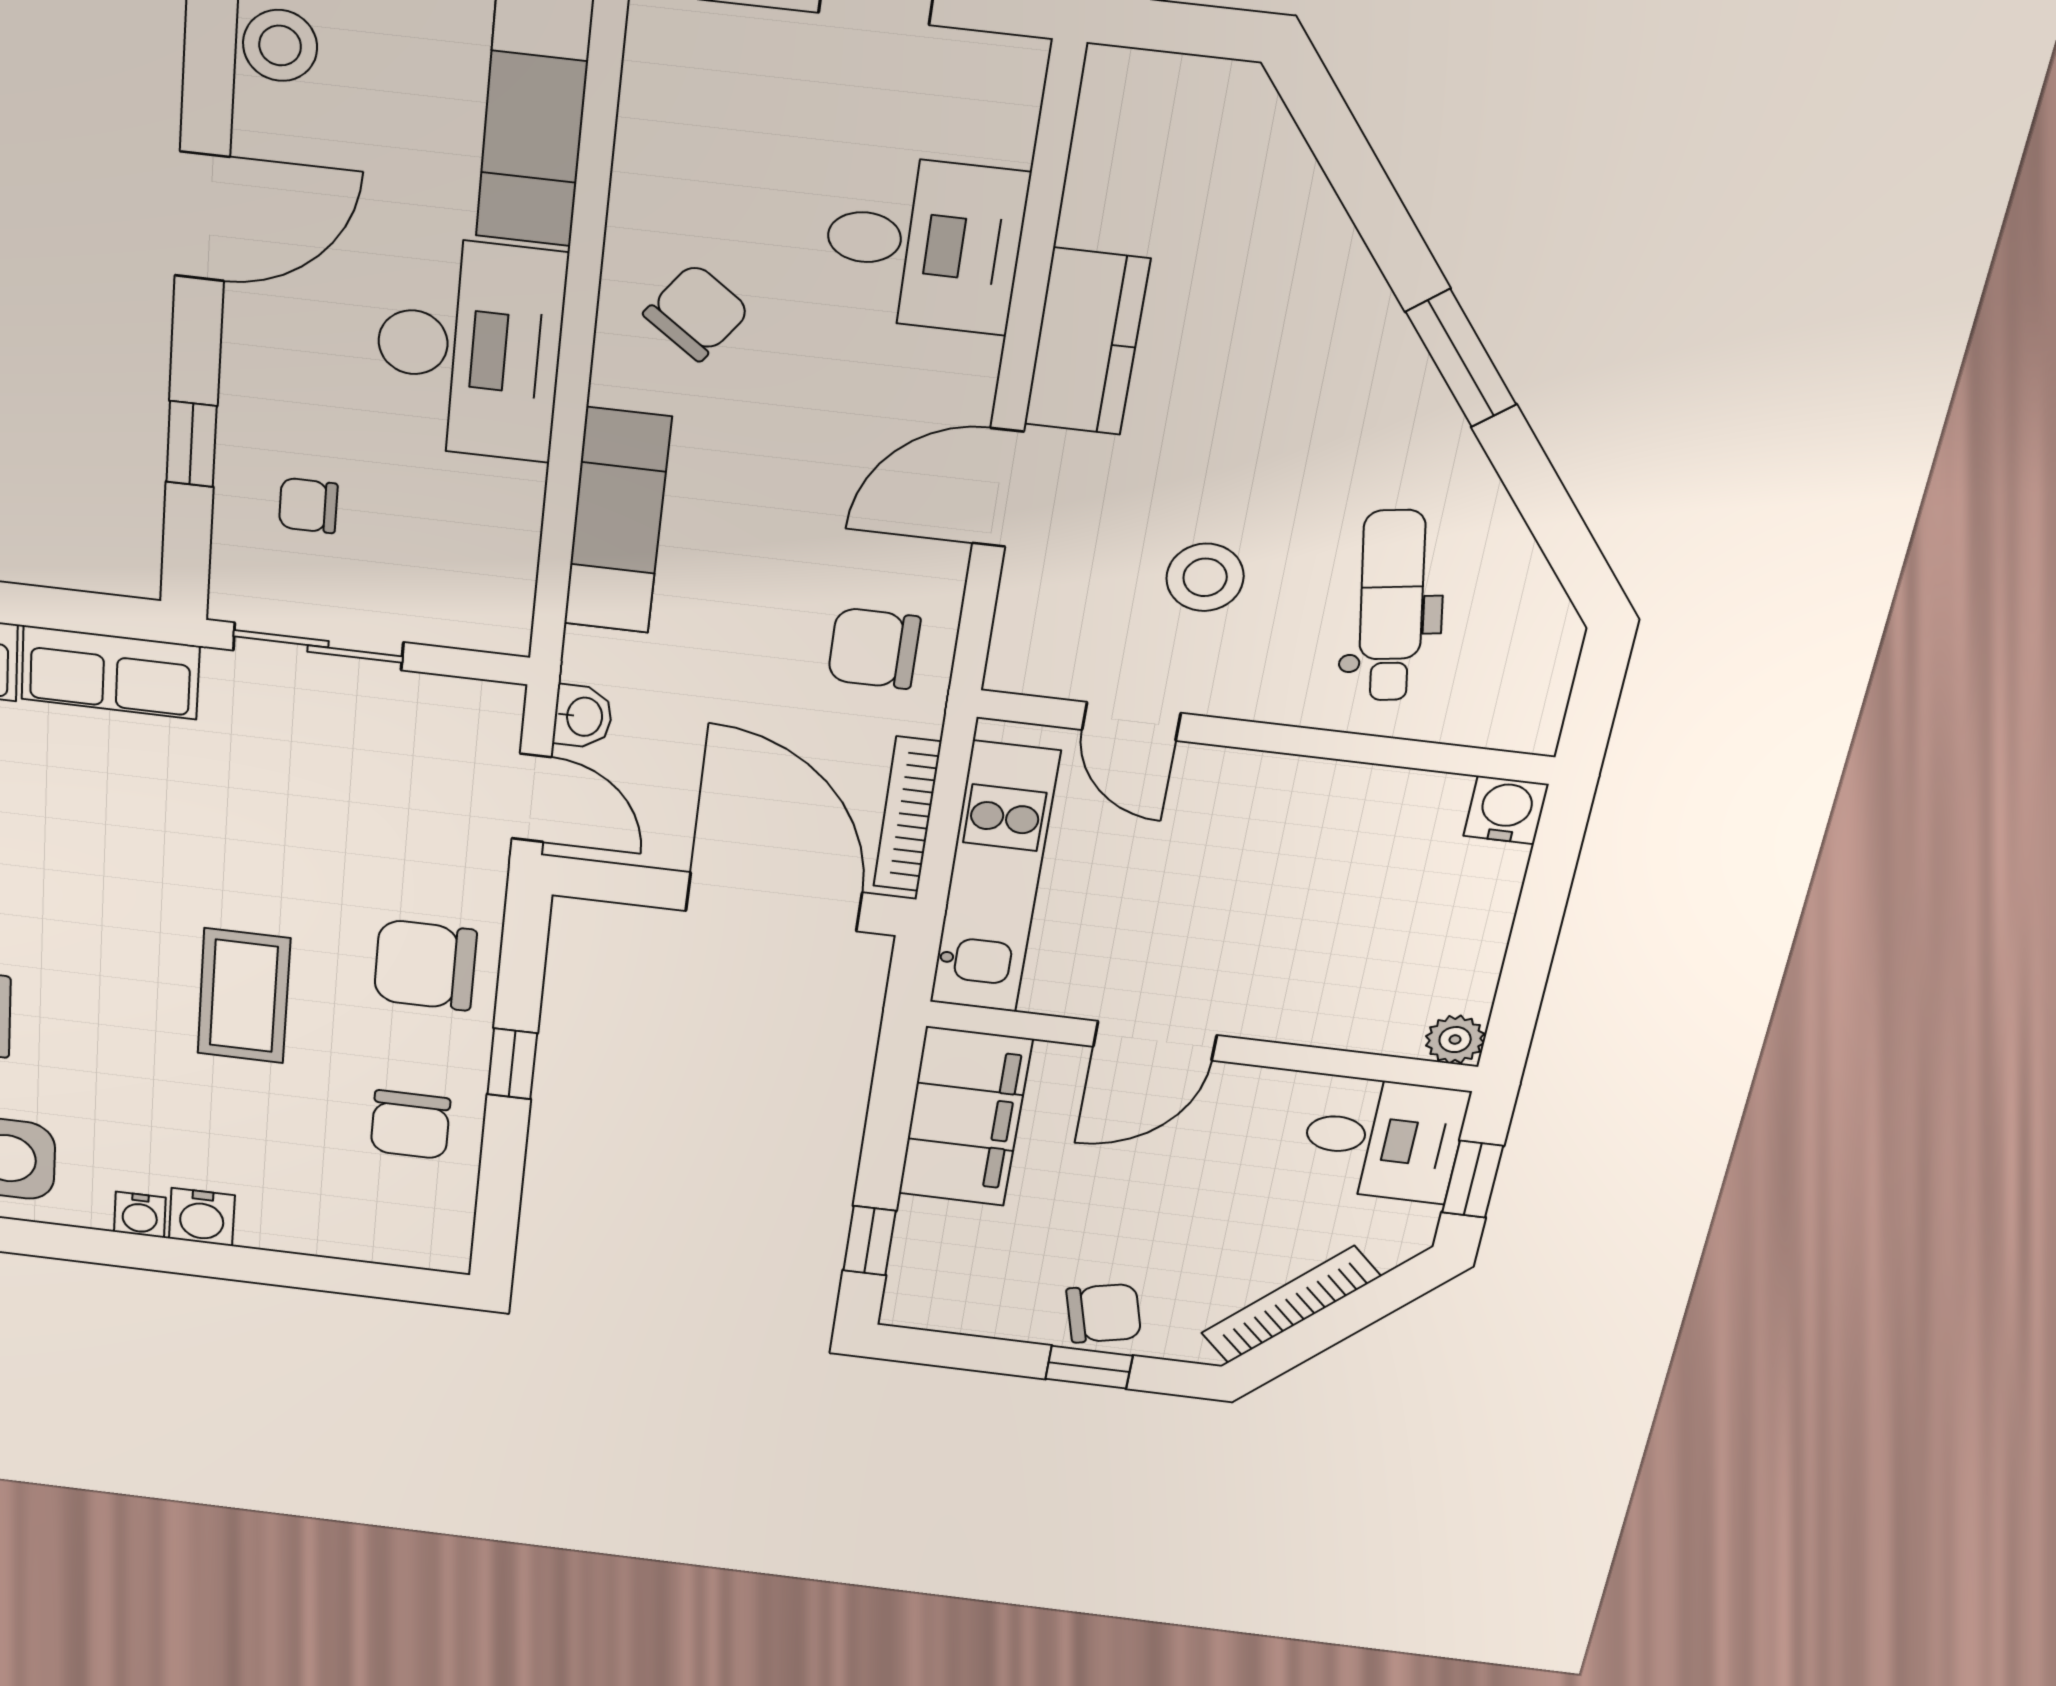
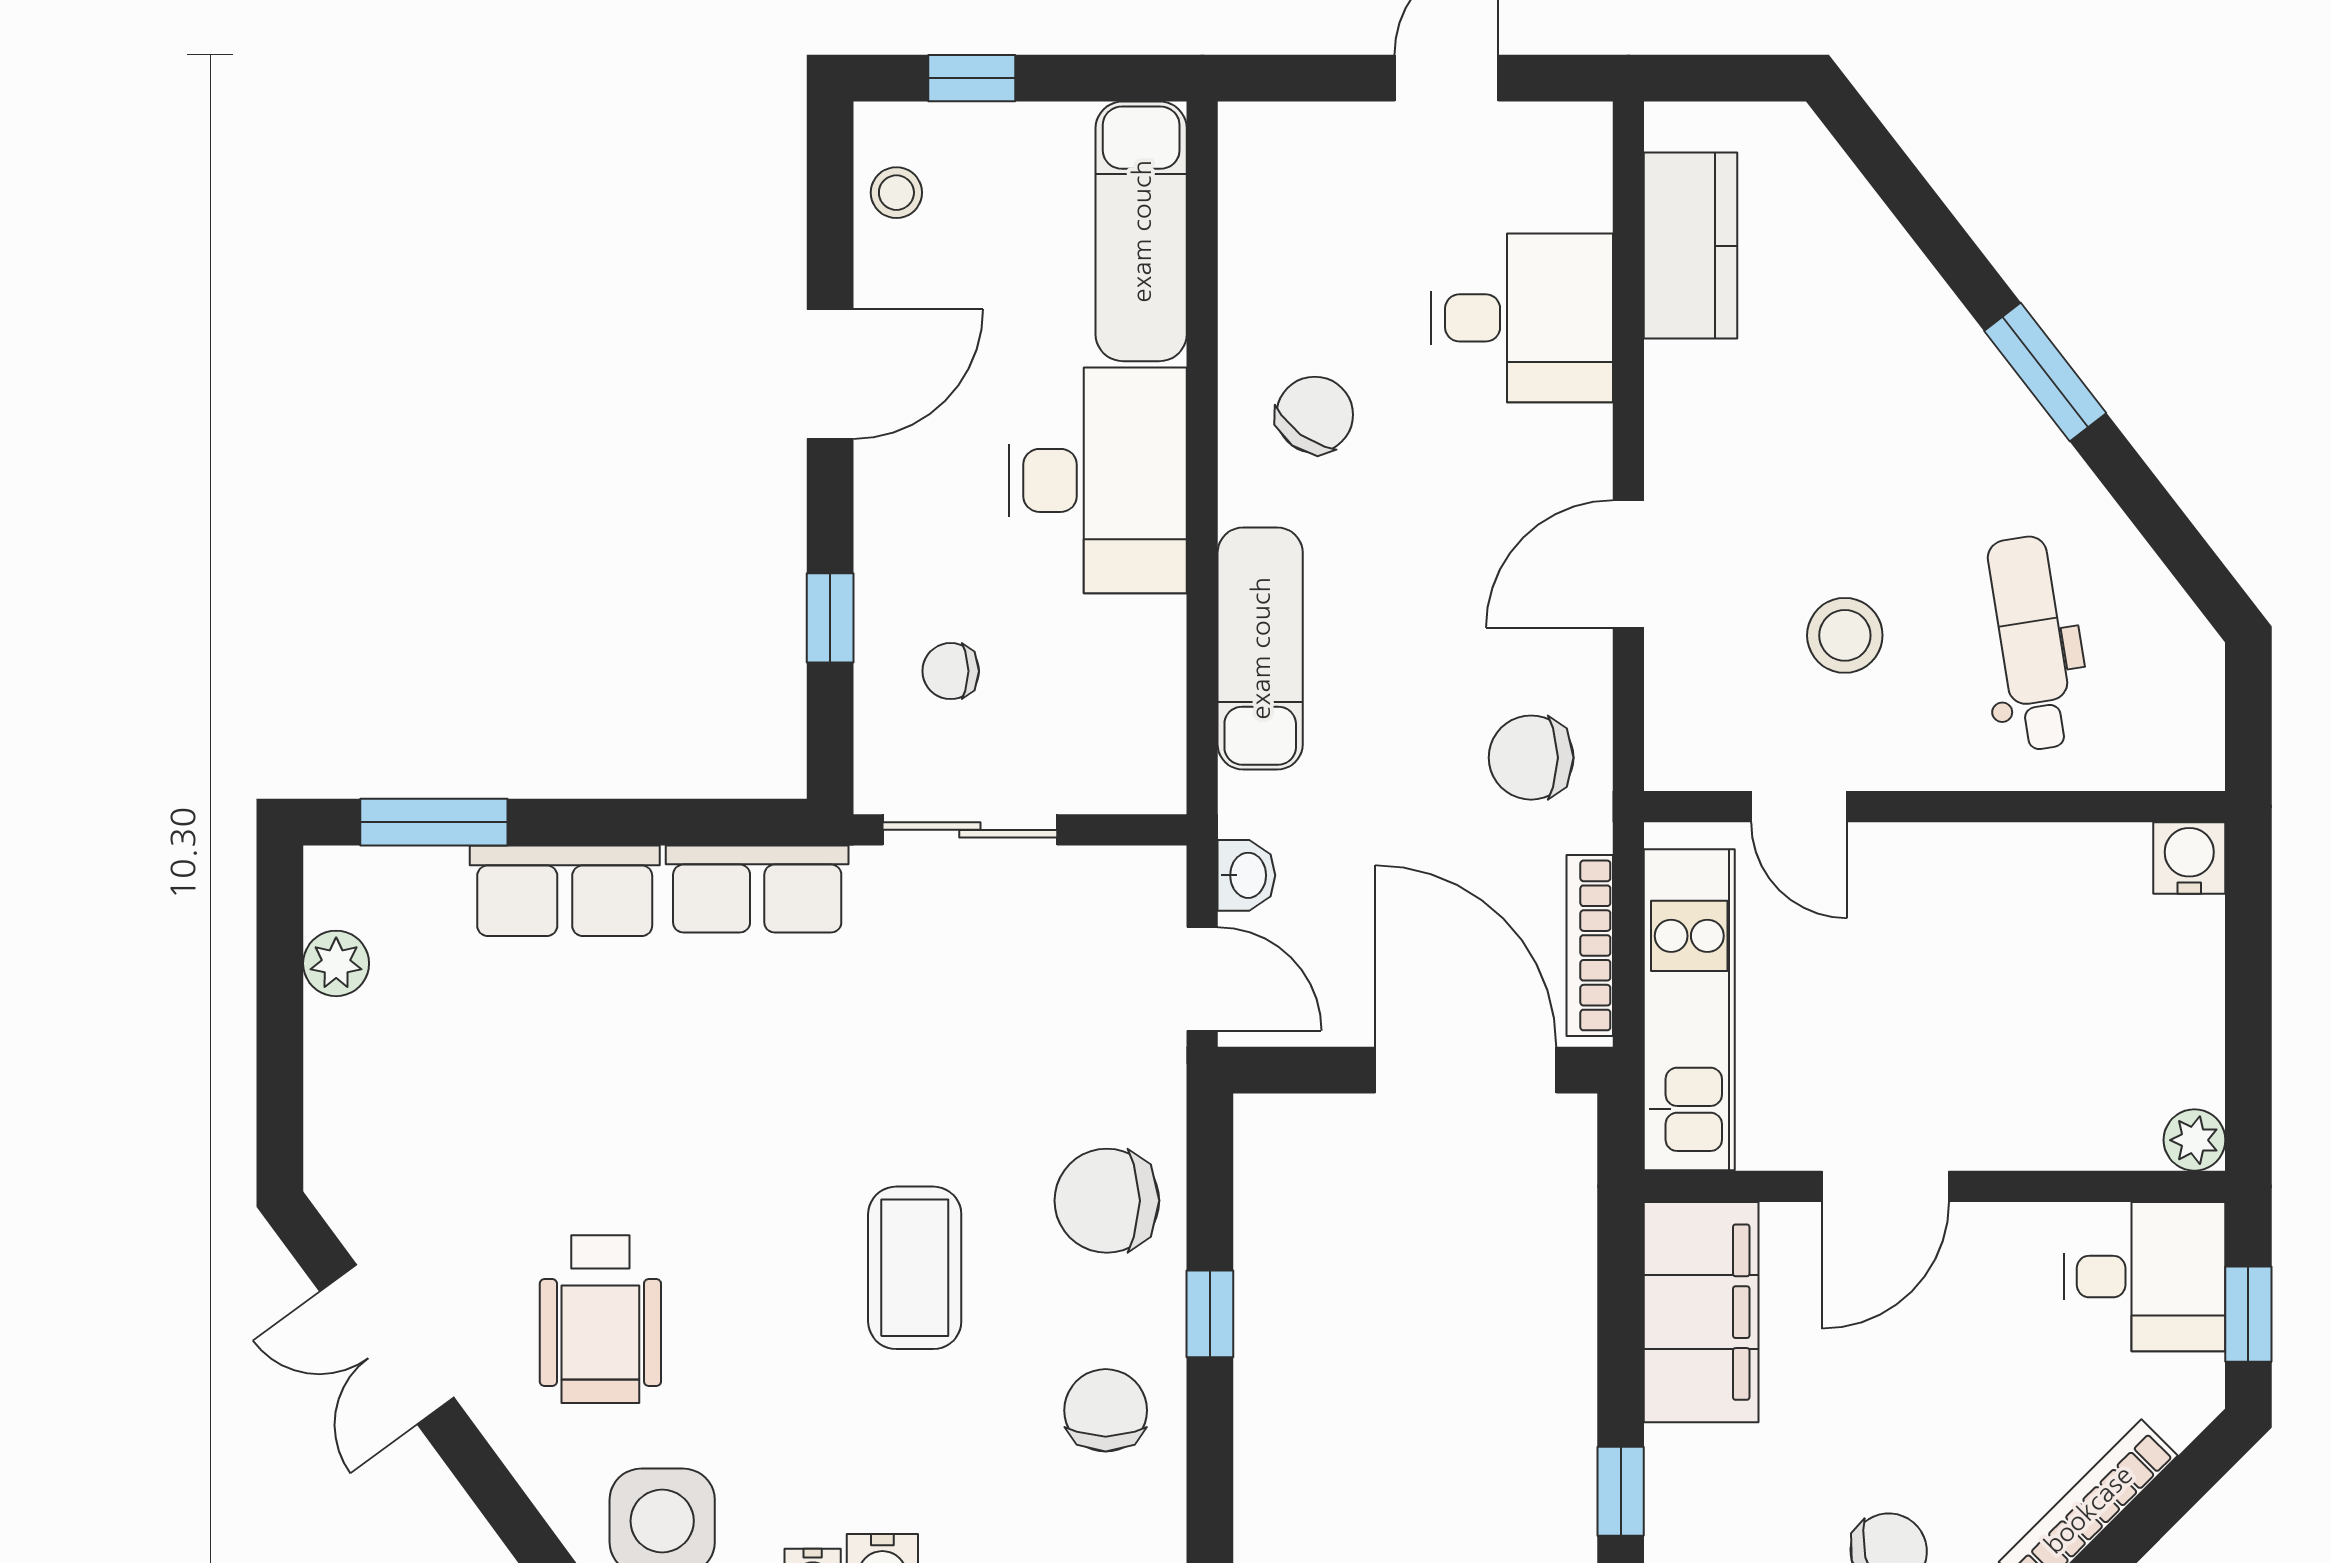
stool: (280, 45) -> (896, 193), width x0.73, depth x0.73
kitchen counter: (1087, 342) -> (1691, 246), moved
chair: (410, 1125) -> (1106, 1410), turned 180

